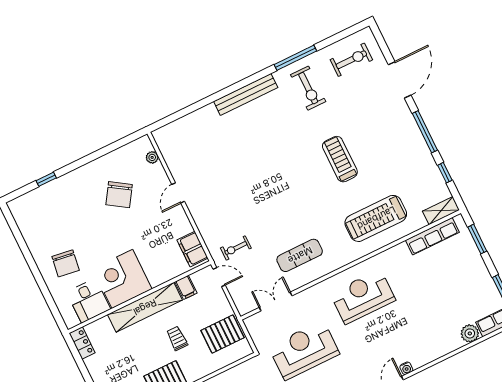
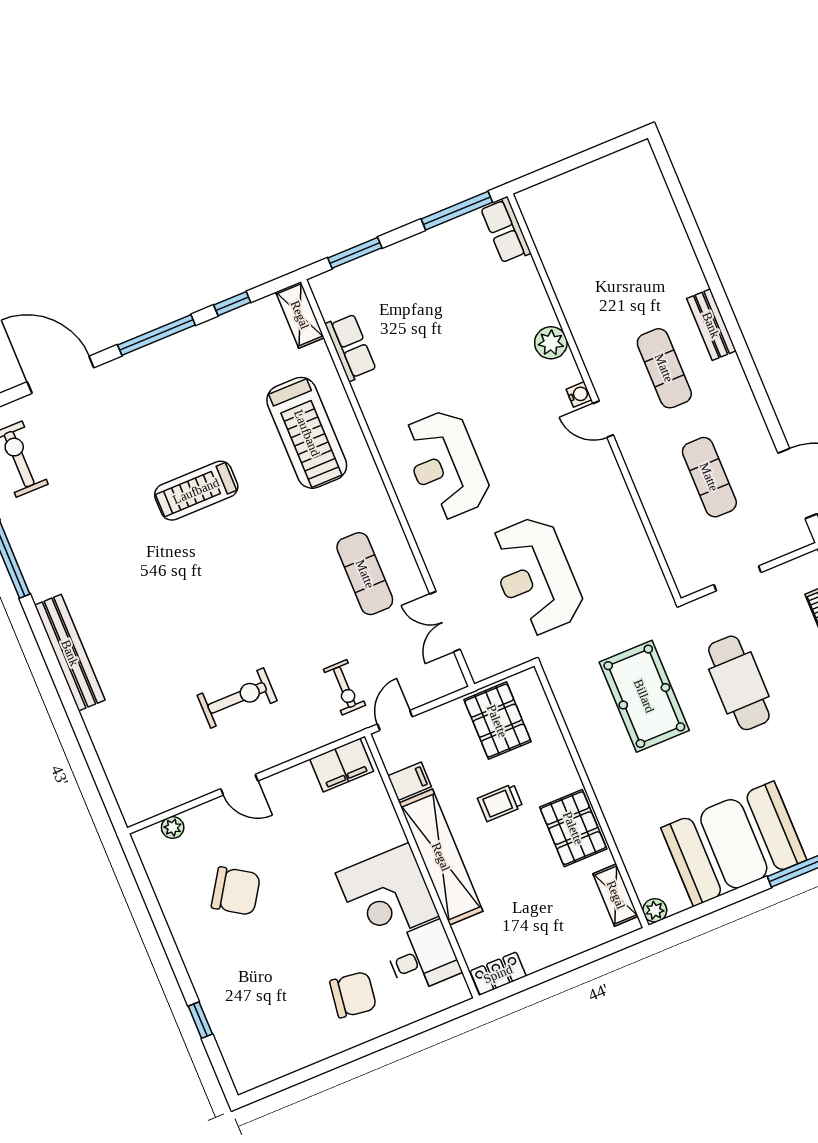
exercise bike: (308, 88) -> (237, 698), moved
row of seats: (432, 236) -> (351, 347), width x0.68
plant: (470, 333) -> (551, 343), moved

